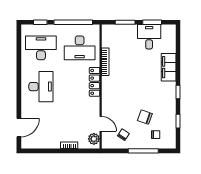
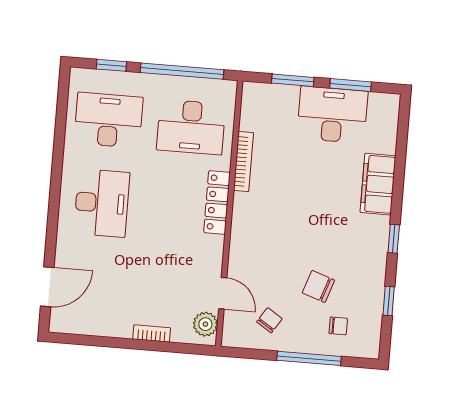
desk: (149, 37) -> (332, 115), width x1.37

